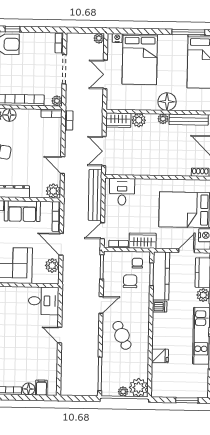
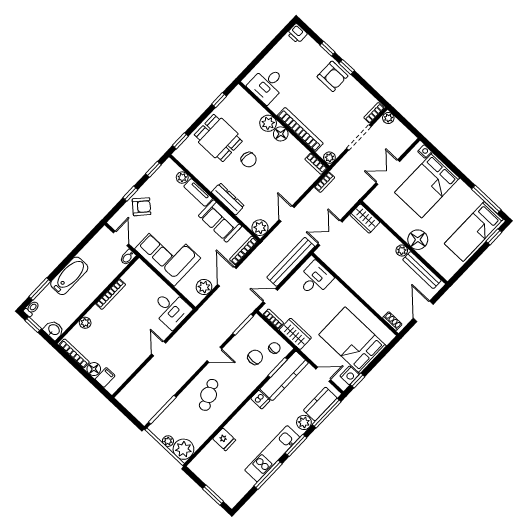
plant: (99, 38) -> (388, 118), moved
plant: (139, 120) -> (381, 234), removed

